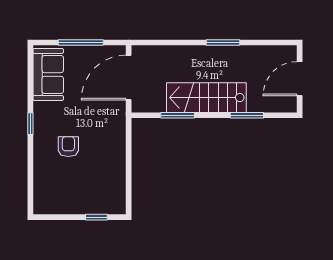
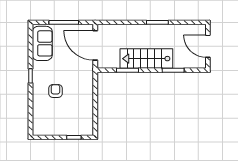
door: (129, 78) -> (95, 45), hinge flipped
door: (300, 79) -> (208, 46), hinge flipped

